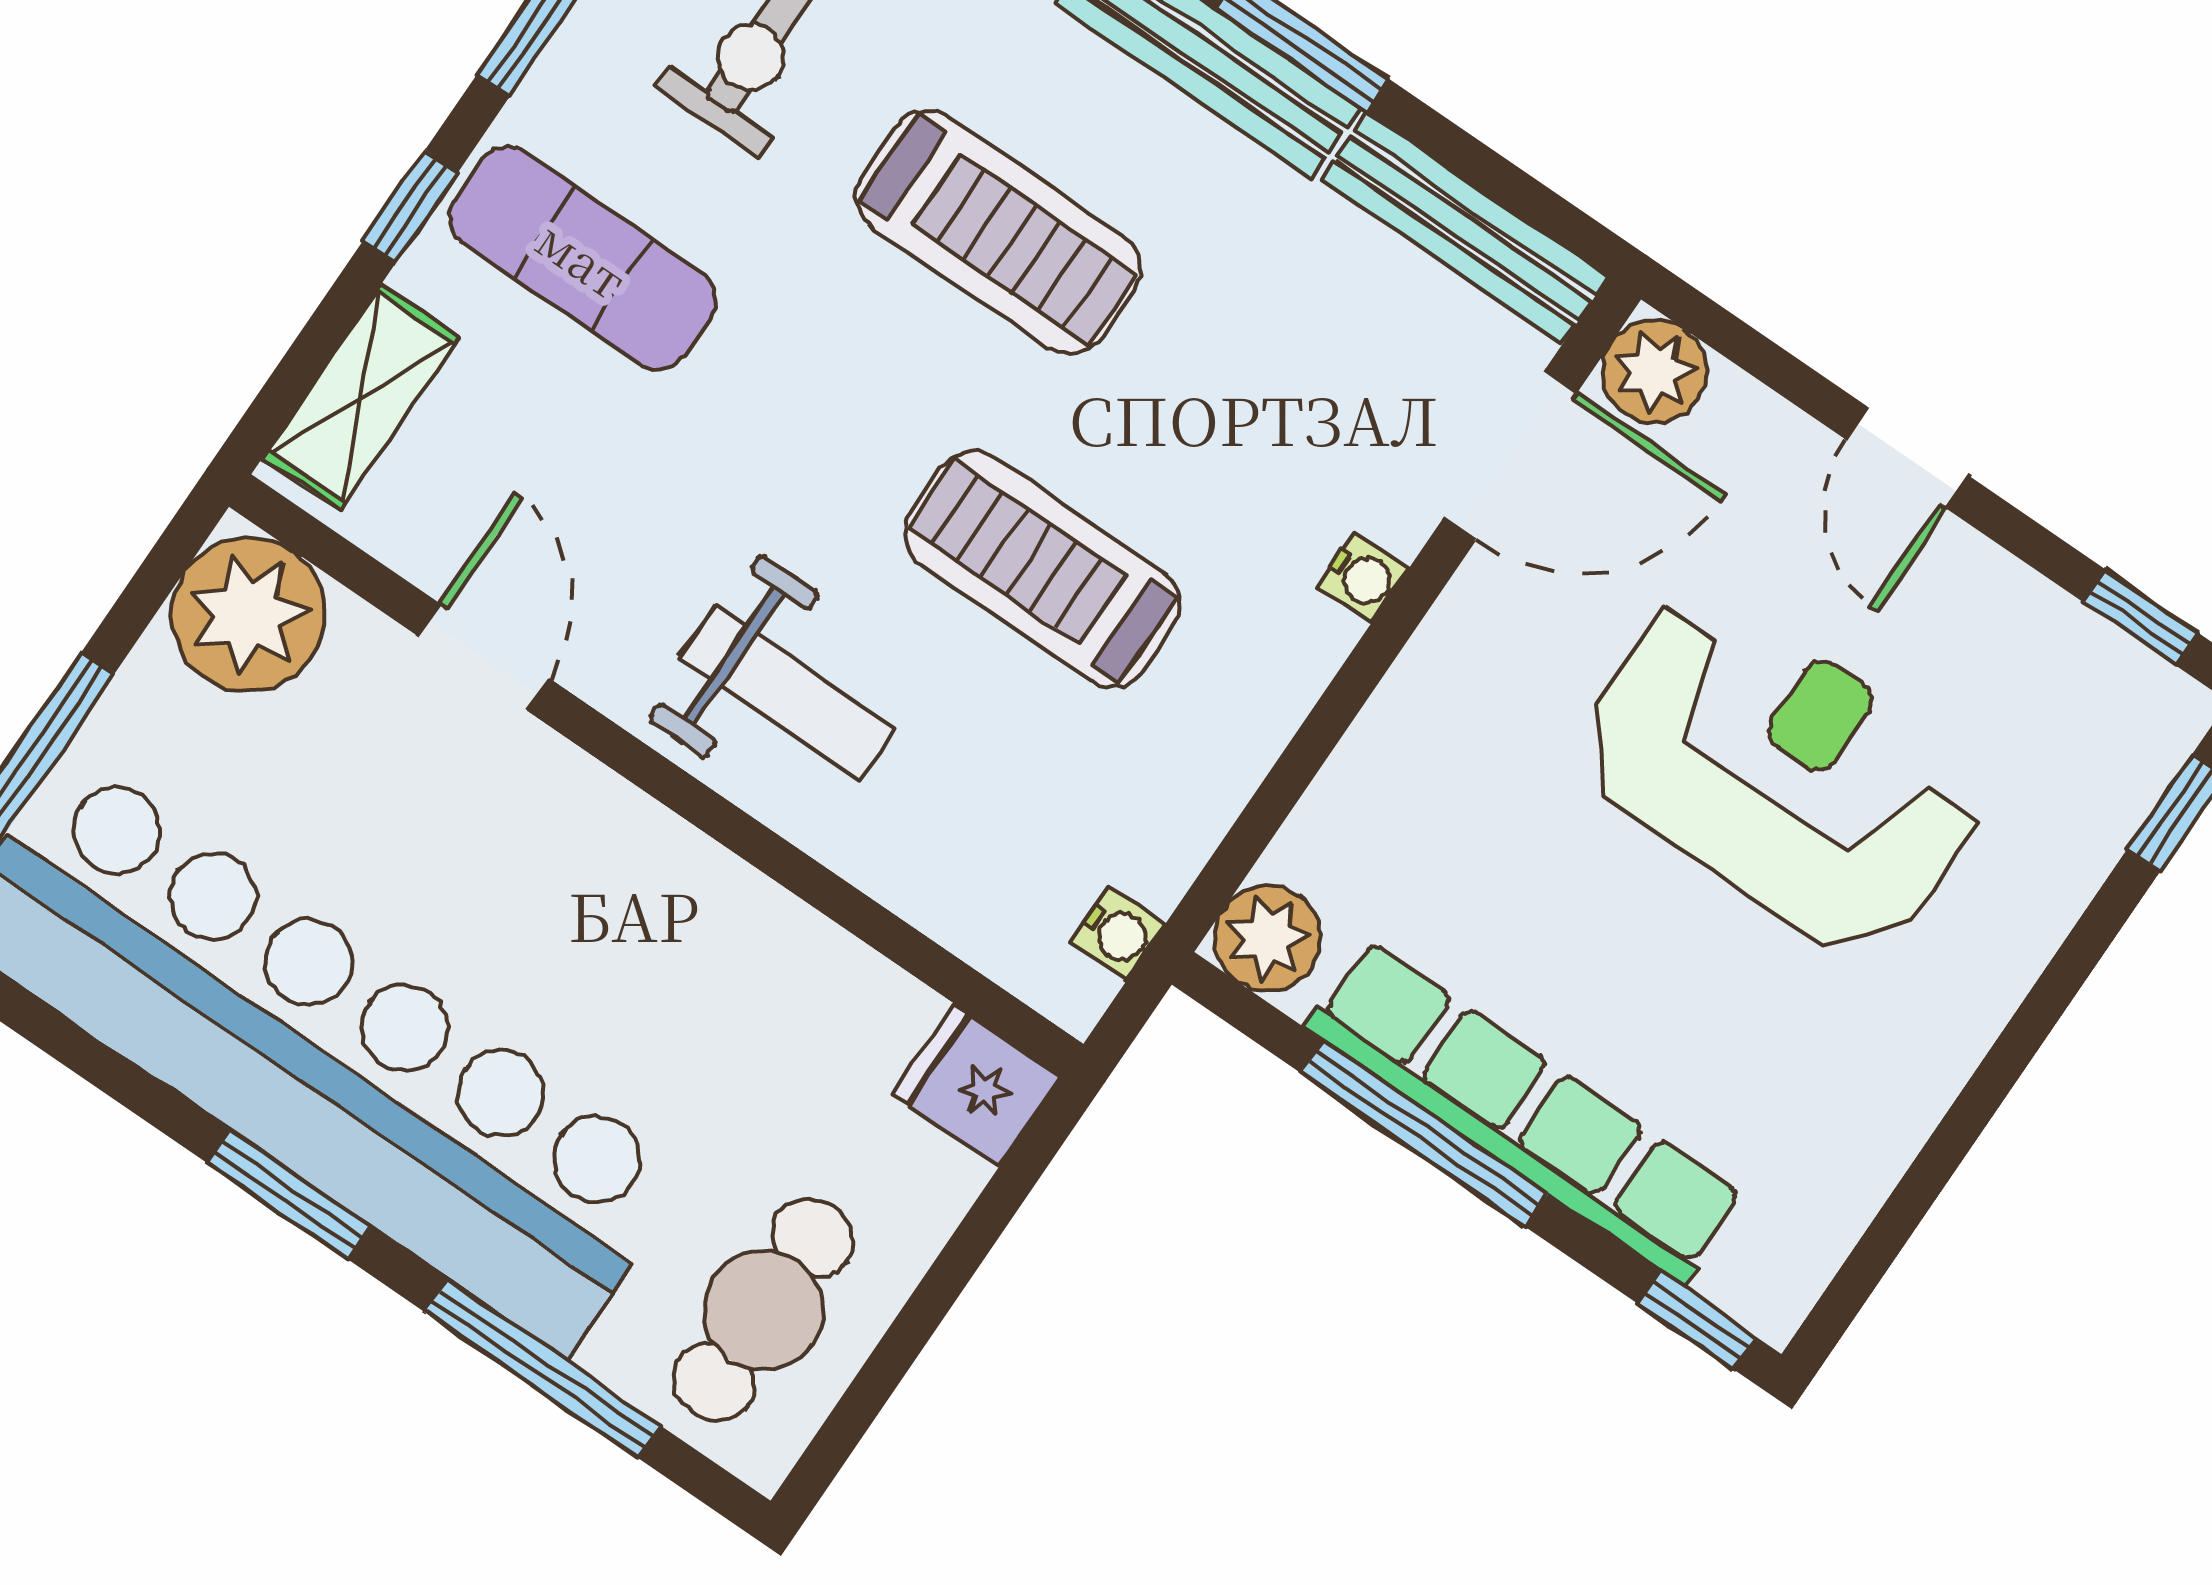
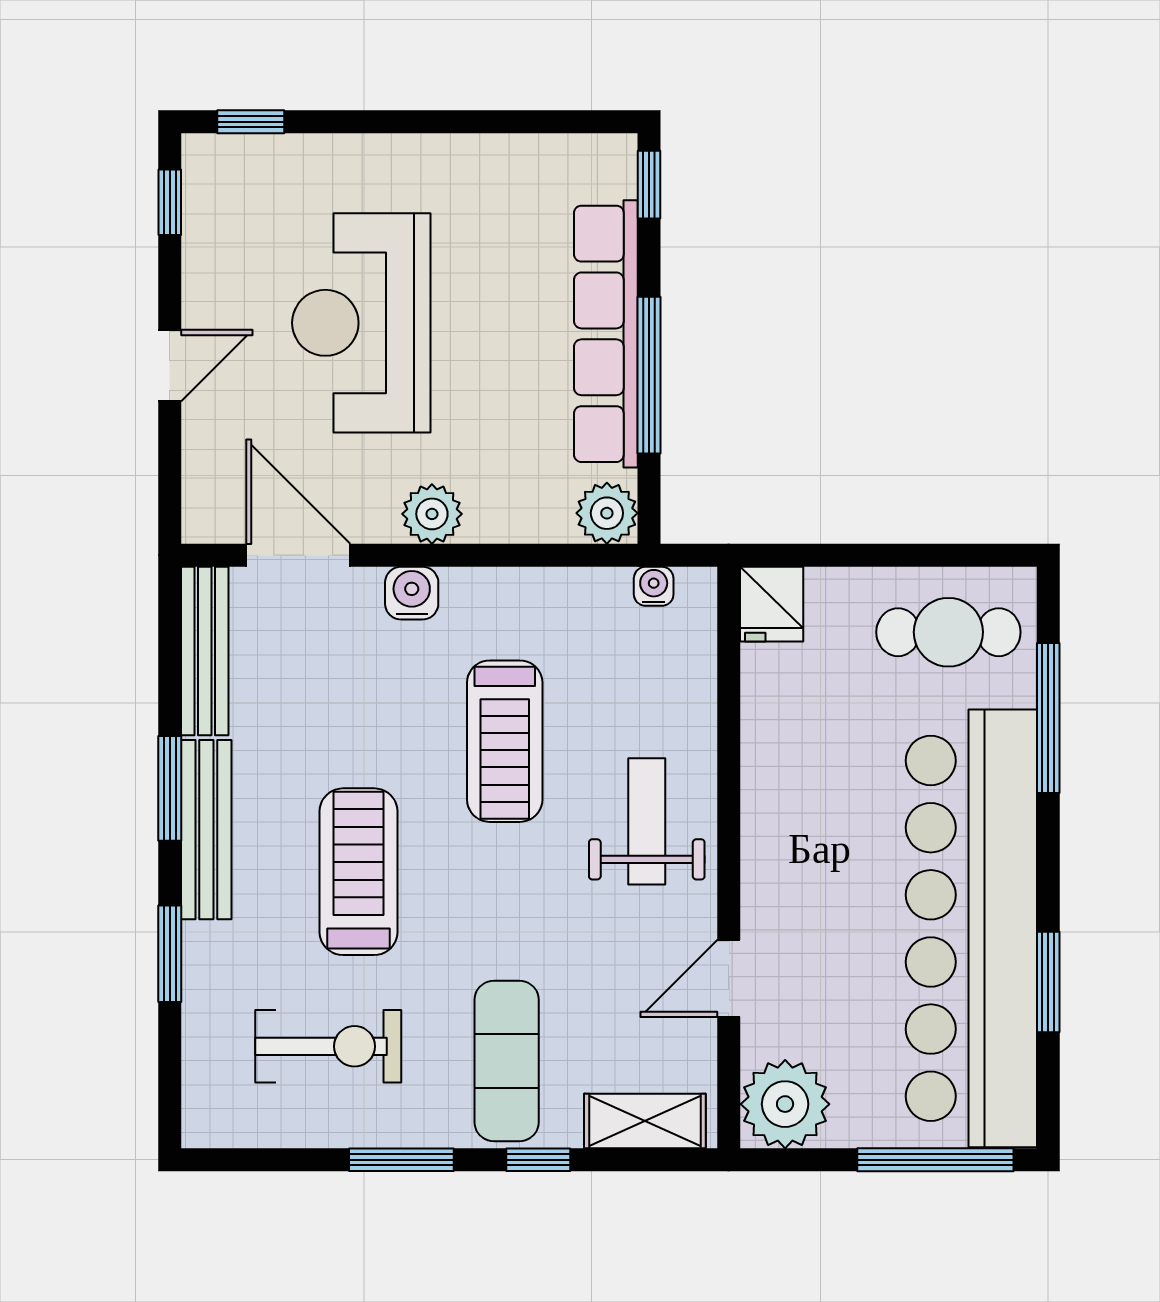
plant: (1654, 371) -> (432, 514), moved
water cooler: (1362, 577) -> (412, 593), width x1.38, depth x1.38
window: (289, 1195) -> (1048, 982), moved

